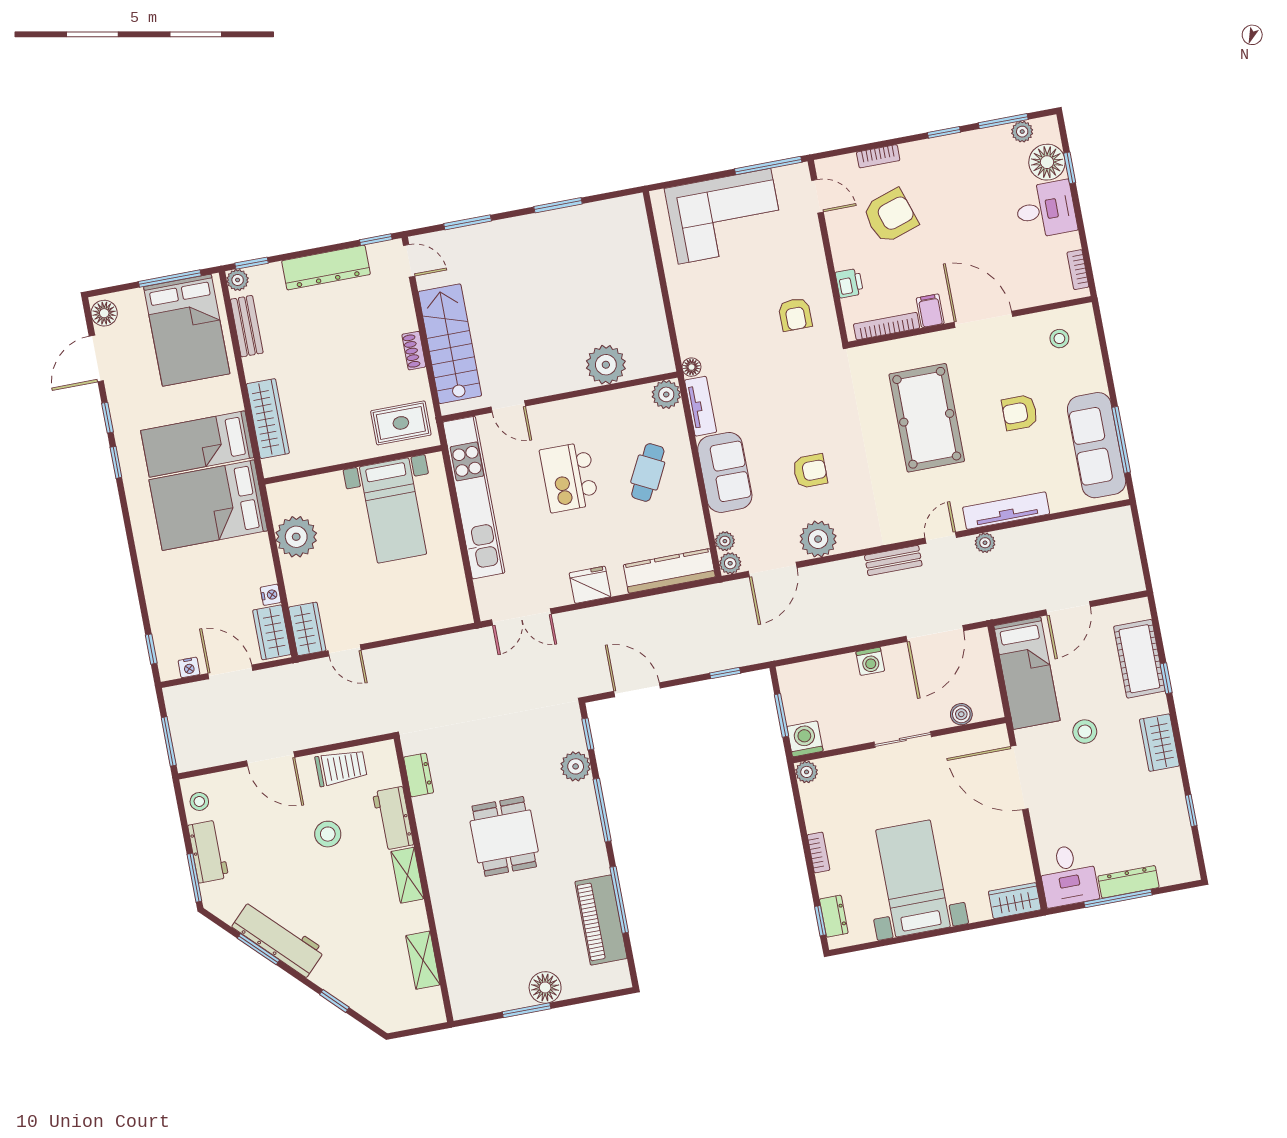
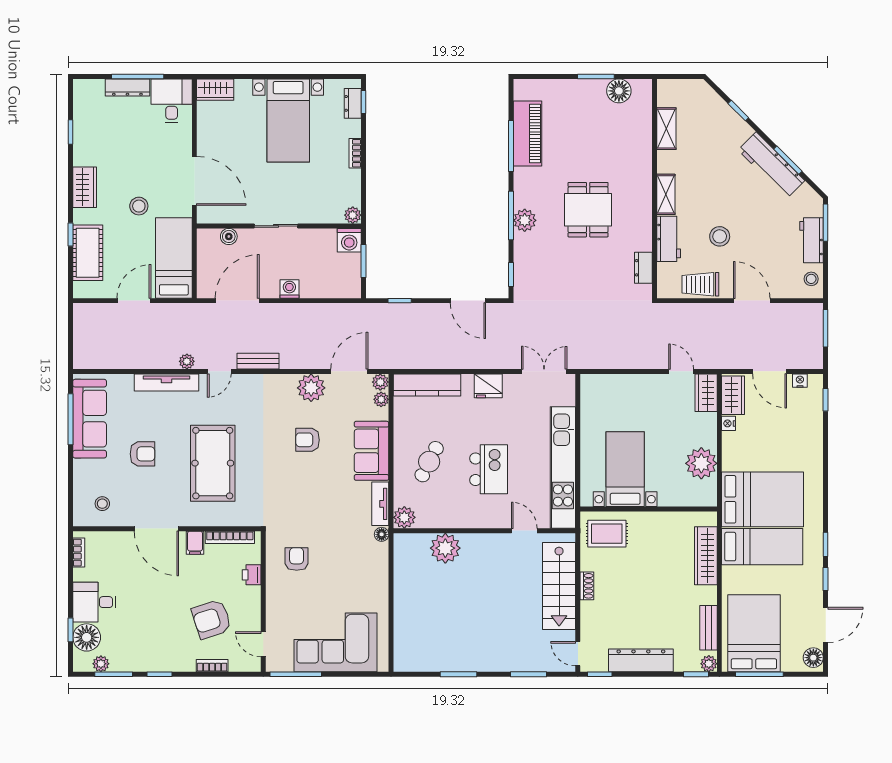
plant: (576, 766) -> (525, 220), moved
floor lamp: (545, 987) -> (619, 91), moved

